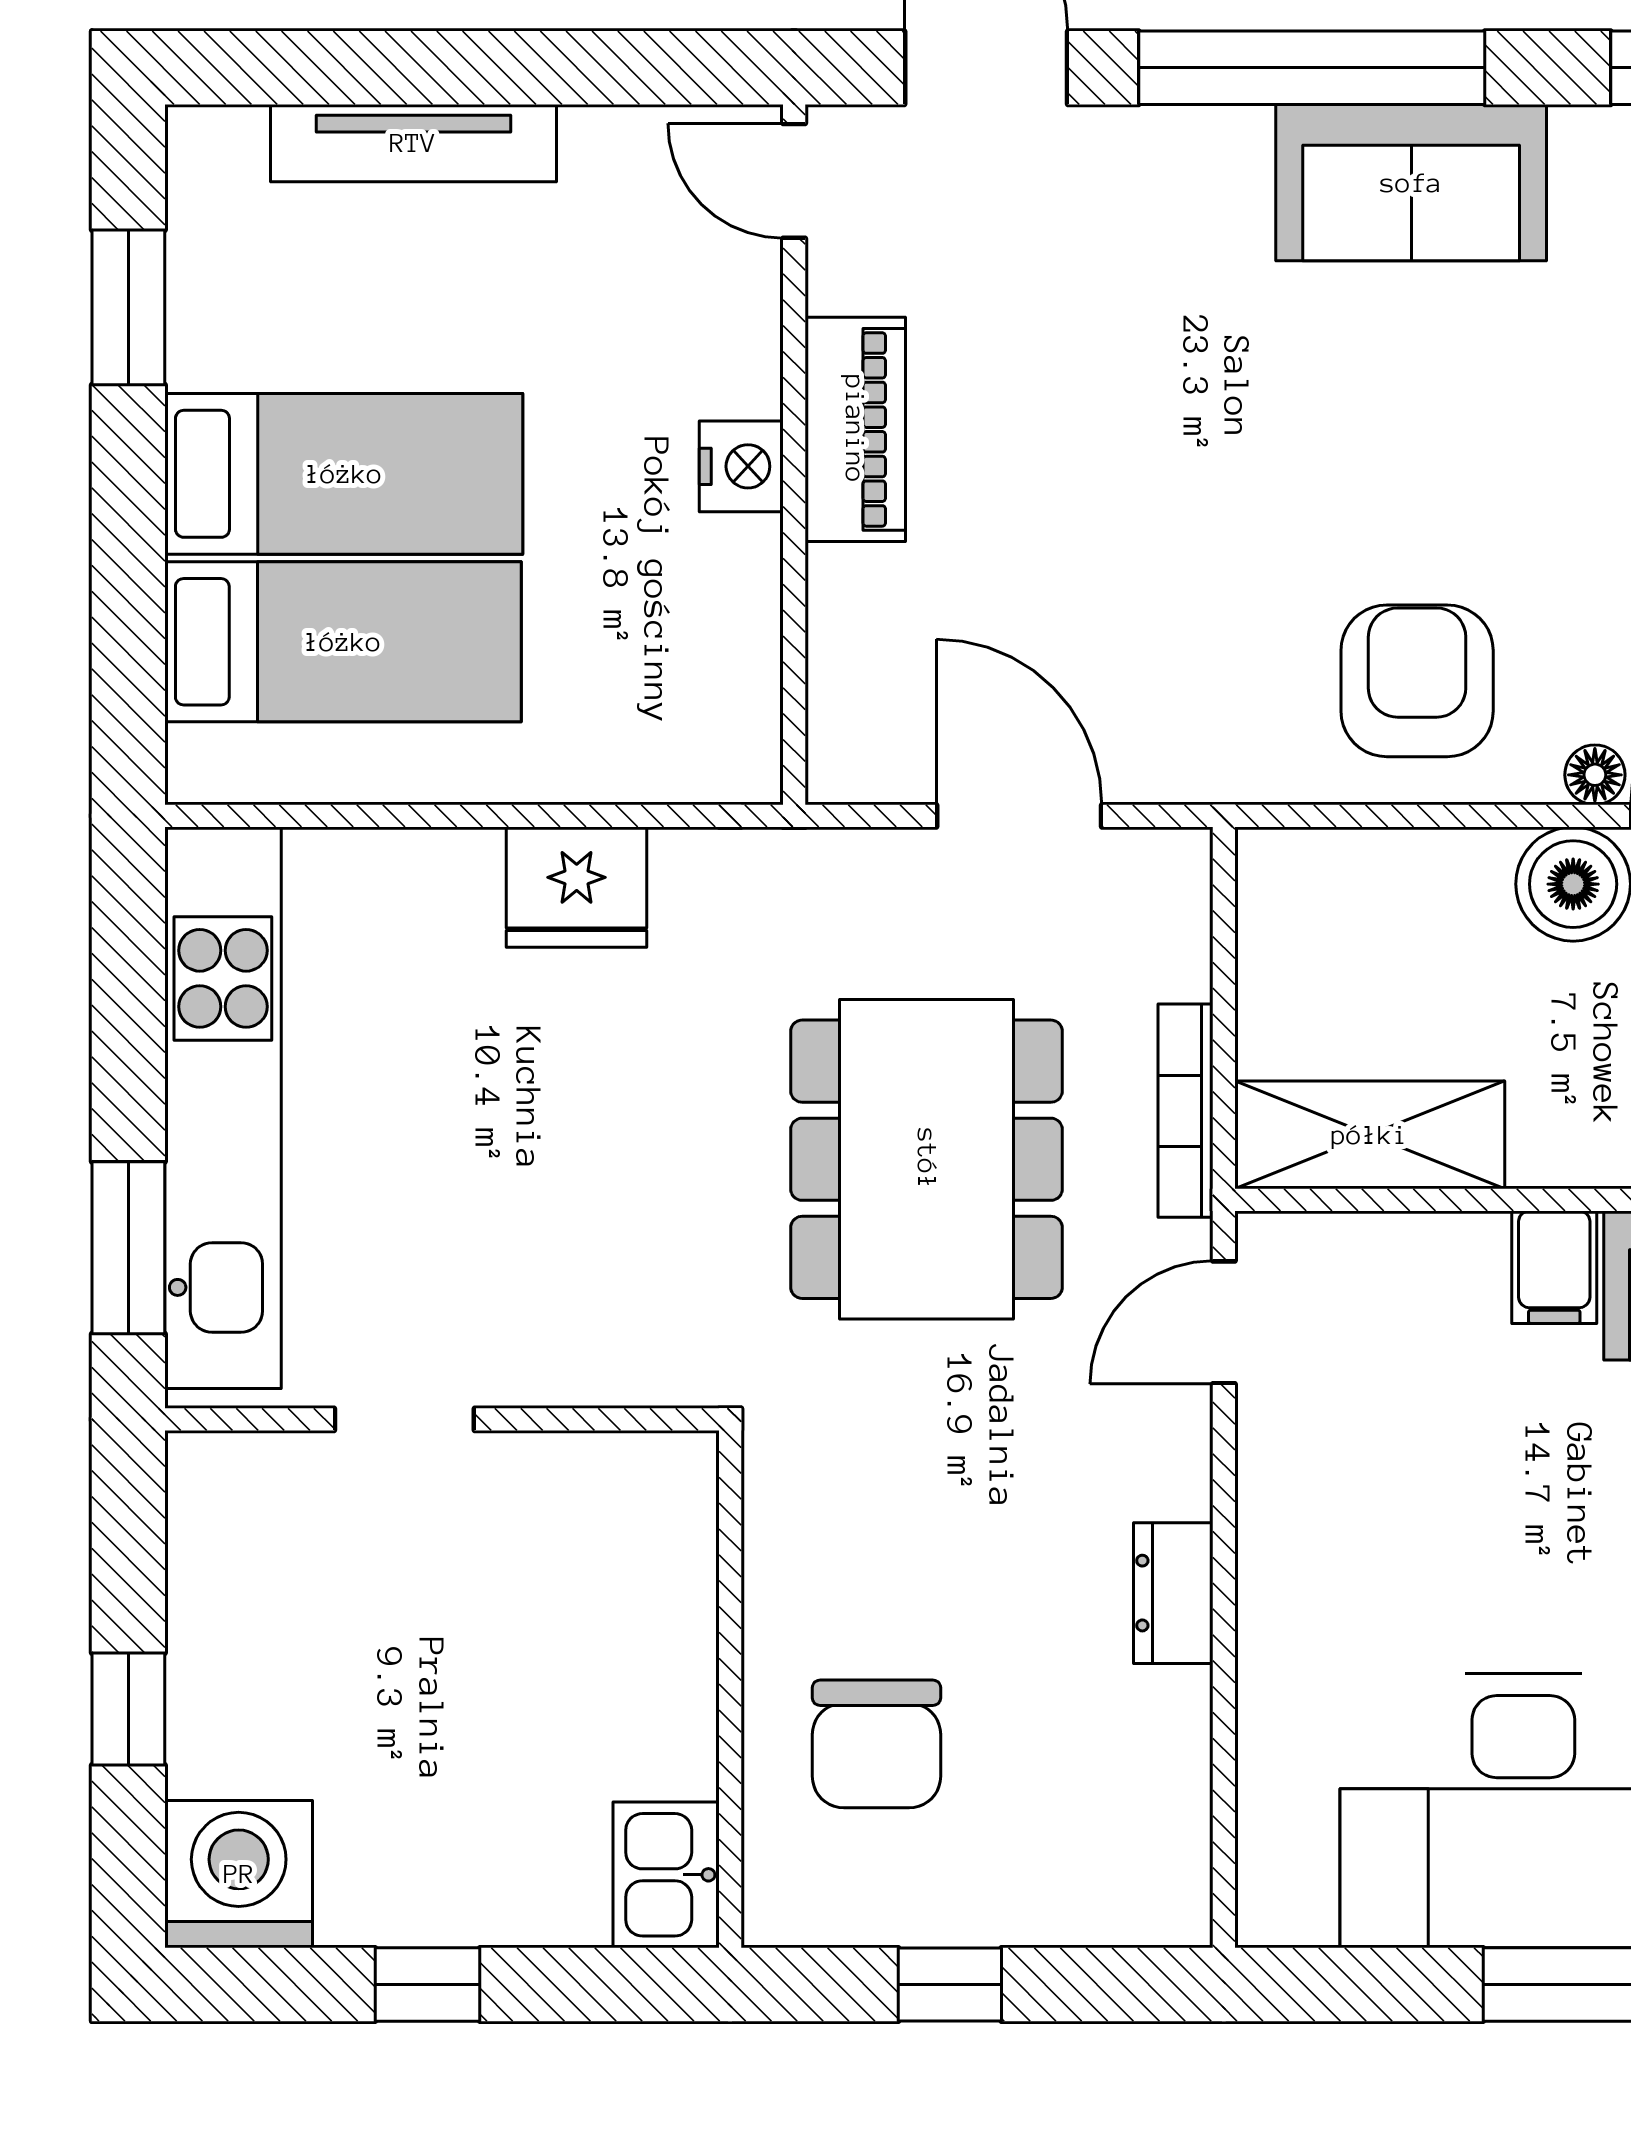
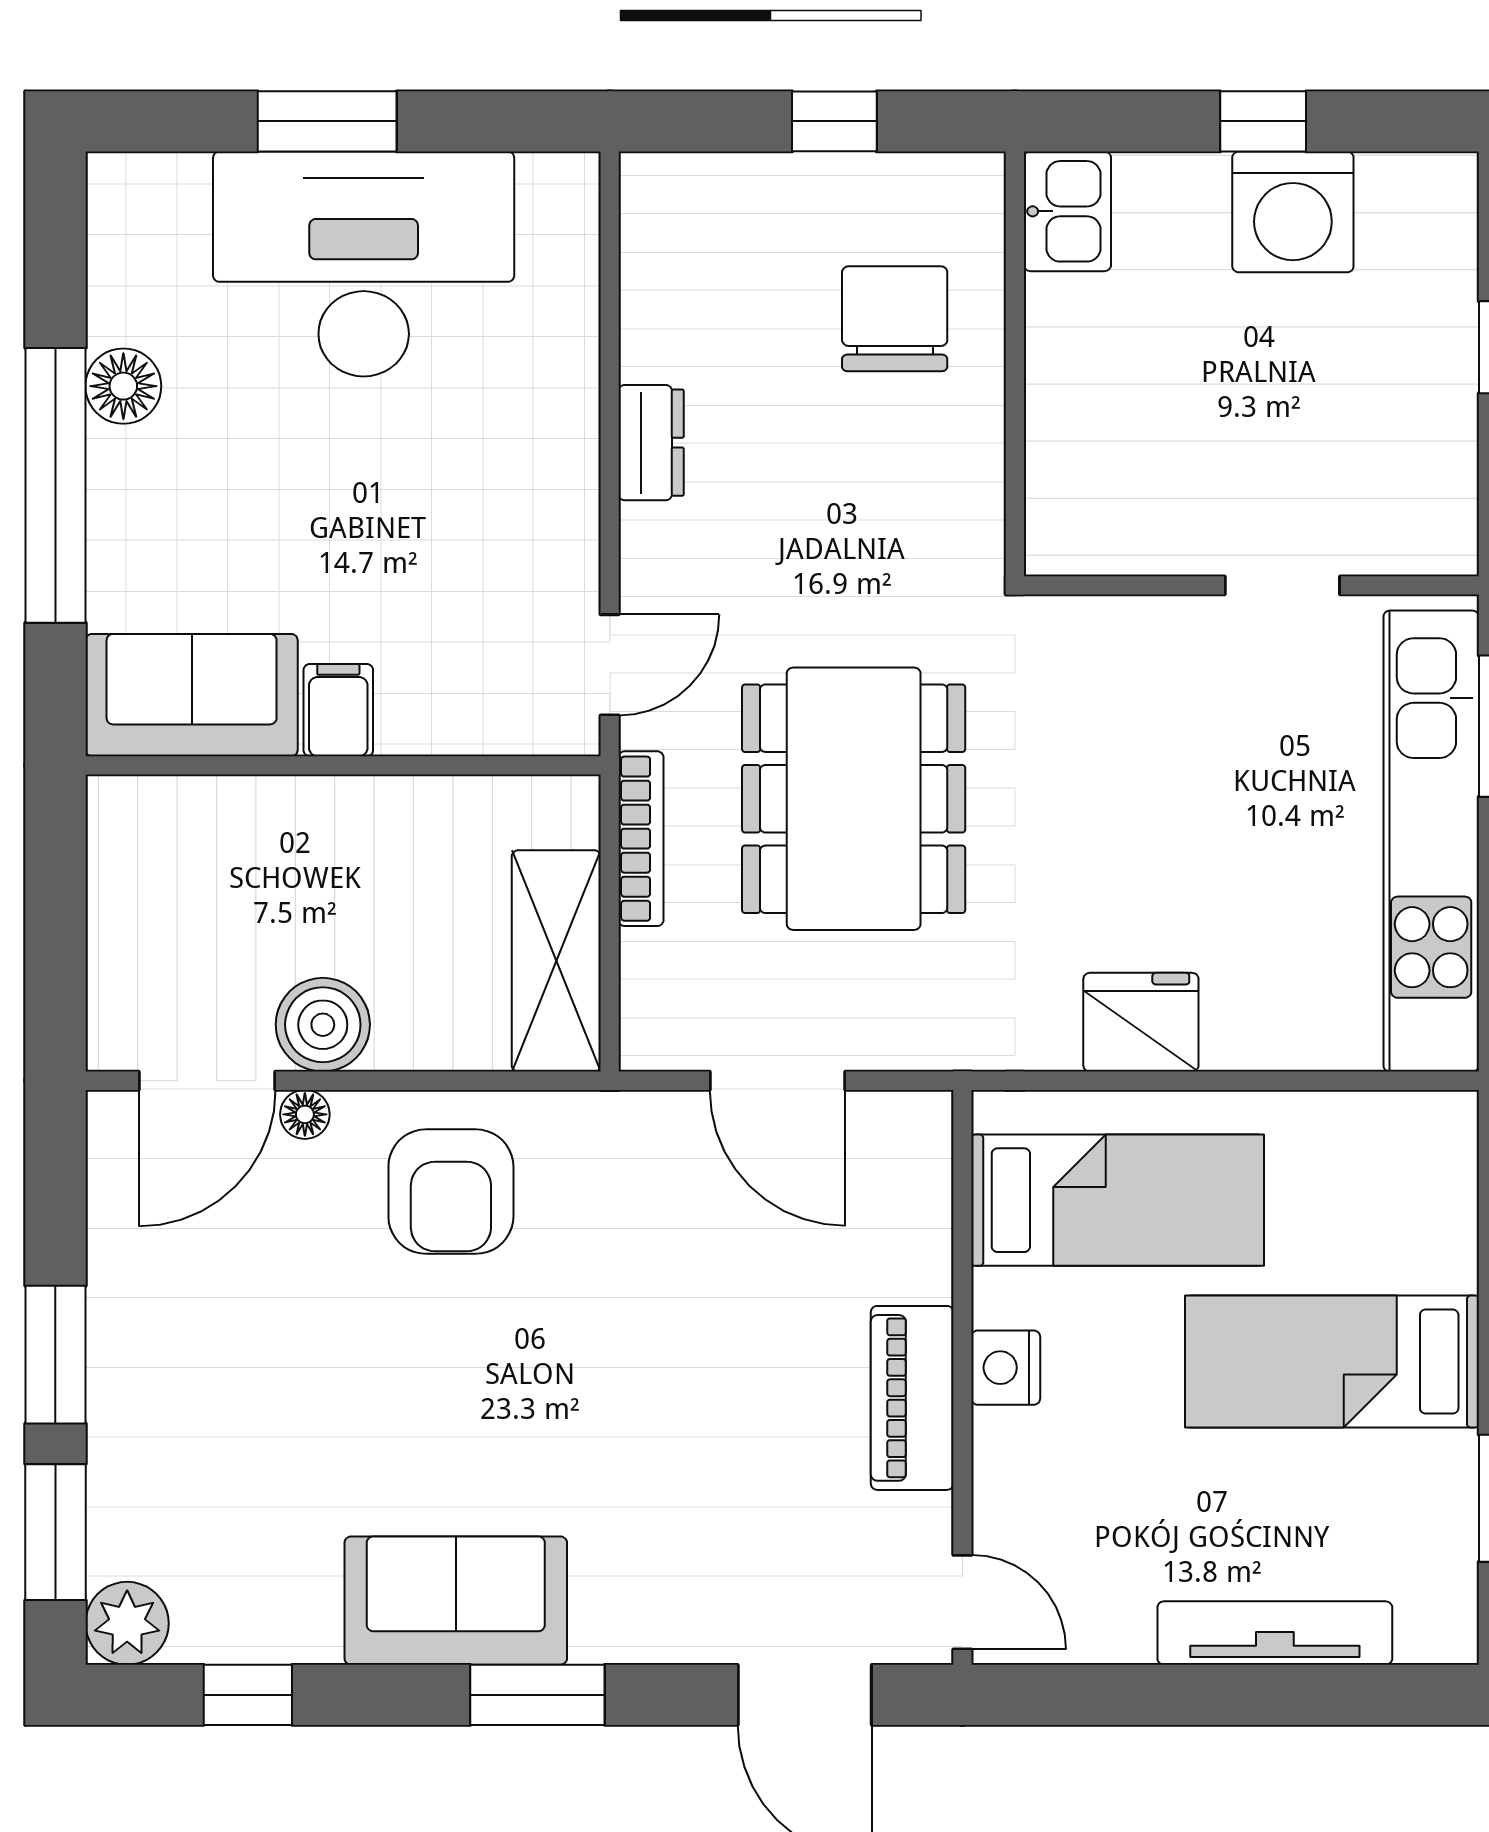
window: (1312, 68) -> (537, 1695), width x0.47
bed: (343, 642) -> (1118, 1200), moved, turned 180
shelving: (1370, 1135) -> (556, 961), moved, turned 90
washing machine: (239, 1874) -> (1293, 212), moved

